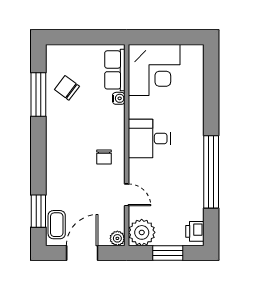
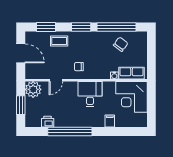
window: (38, 95) -> (117, 27), width x1.46
filing cabinet: (194, 106) -> (110, 121), added
window: (38, 153) -> (81, 27), added
coffee table: (57, 225) -> (59, 41), moved
printer: (195, 231) -> (48, 122), moved
plant: (117, 238) -> (30, 75), removed

